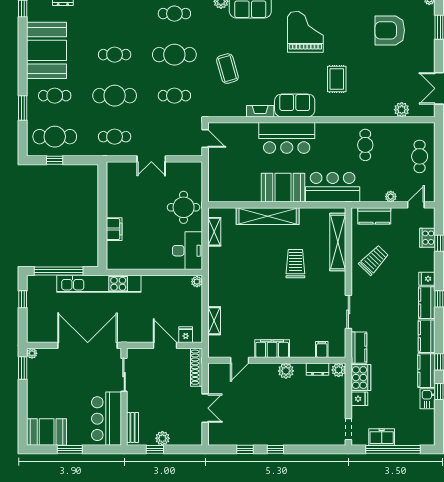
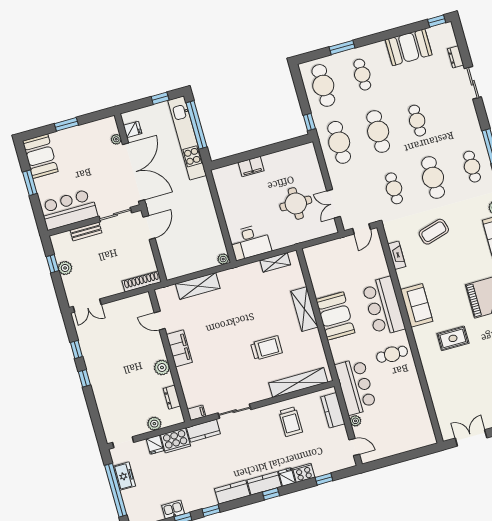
booth: (47, 50) -> (409, 47), width x0.73, depth x0.70
plant: (402, 110) -> (441, 408), removed
fireplace: (260, 111) -> (397, 255), moved
cafe table: (115, 137) -> (339, 142), width x1.37, depth x1.35
cafe table: (365, 145) -> (392, 354), moved
cafe table: (420, 156) -> (401, 438), removed
double door: (151, 159) -> (333, 204), moved
window: (55, 160) -> (309, 122), moved
bar counter: (333, 187) -> (355, 386), moved
round table: (184, 207) -> (296, 203), moved
shelving: (268, 216) -> (304, 309), width x0.68
cooker: (427, 238) -> (304, 473), moved
trolley: (374, 260) -> (291, 422), turned 46
kitchen unit: (99, 284) -> (187, 138), moved
shelving: (214, 321) -> (198, 286), width x1.50, depth x1.33
fridge: (186, 335) -> (133, 129), moved
door: (165, 345) -> (149, 228), moved
filing cabinet: (322, 349) -> (197, 413), moved
plant: (32, 353) -> (116, 139), moved
window: (23, 368) -> (66, 124), moved
plant: (339, 370) -> (154, 424), moved
kitchen counter: (426, 371) -> (199, 501), removed
double door: (205, 408) -> (87, 306), moved
bench: (133, 428) -> (86, 231), moved

